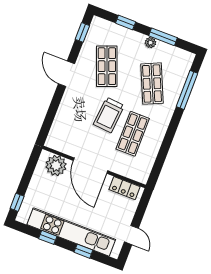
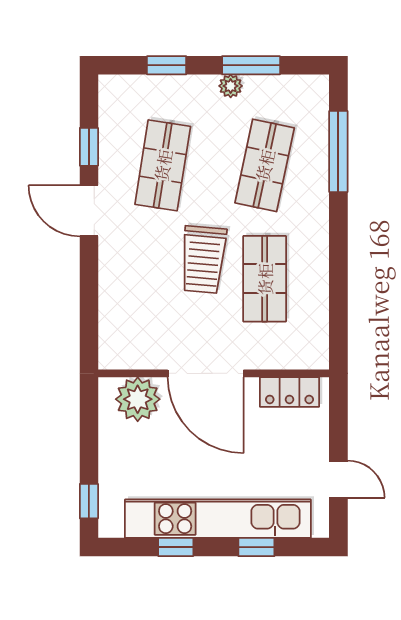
window: (82, 32) -> (89, 147), moved
shop shelf: (107, 66) -> (163, 165), turned 30
shop shelf: (152, 84) -> (265, 165), turned 36

